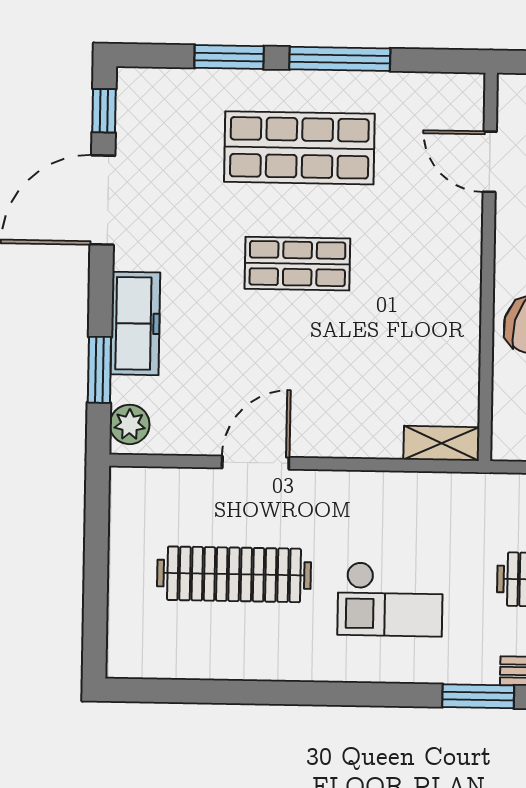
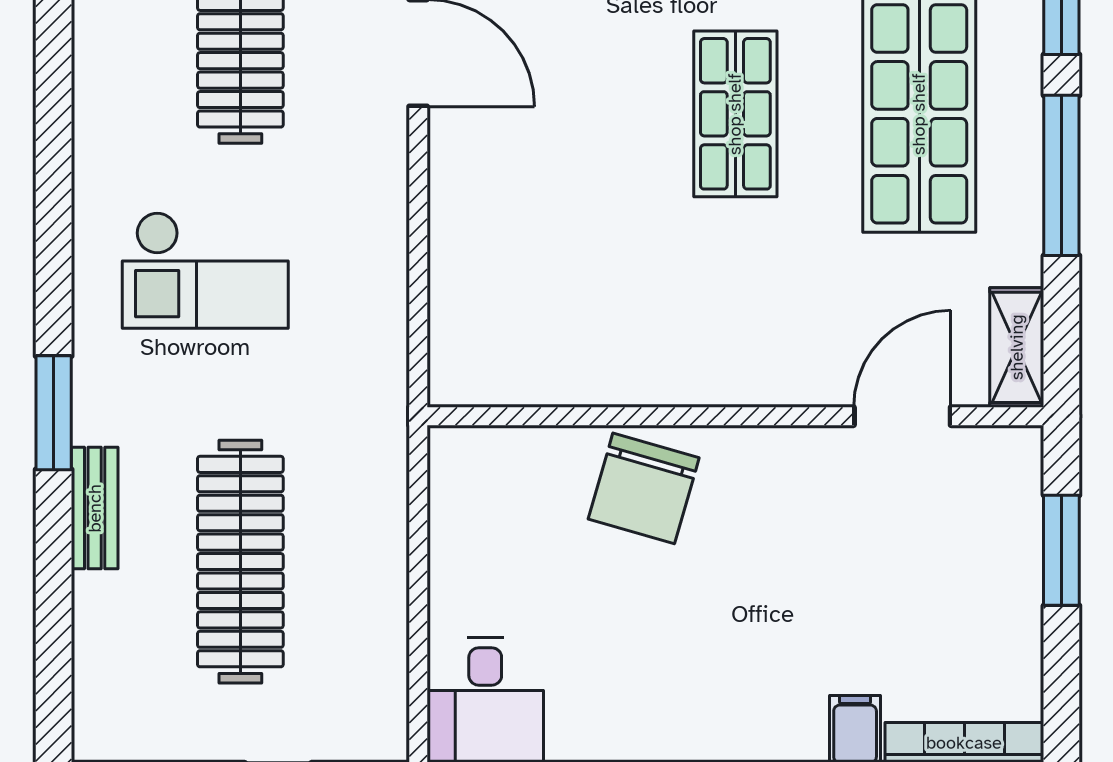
shelving: (441, 443) -> (1017, 347), moved
checkout: (390, 599) -> (205, 270), turned -90

